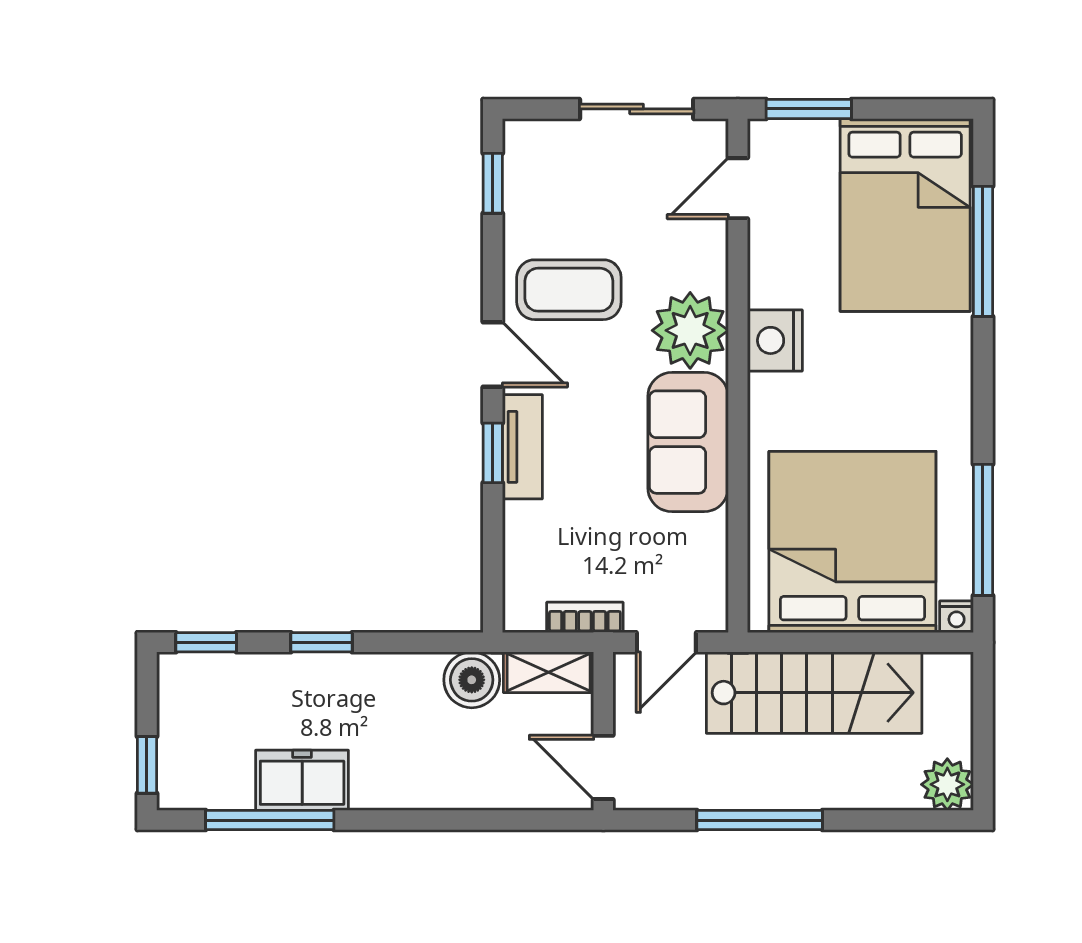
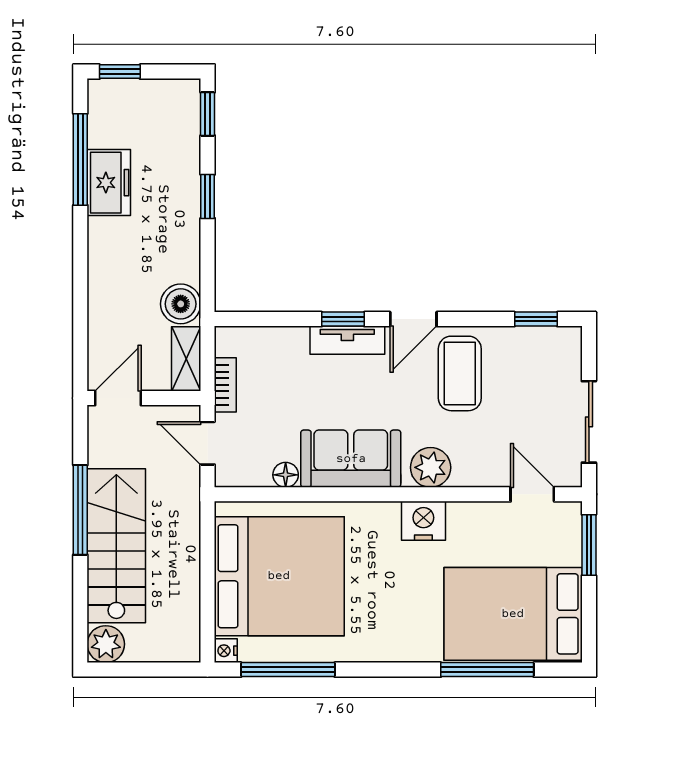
plant: (690, 330) -> (431, 467), width x0.73, depth x0.73
floor lamp: (711, 533) -> (286, 475), added
stairs: (814, 693) -> (116, 546), moved, turned 180

